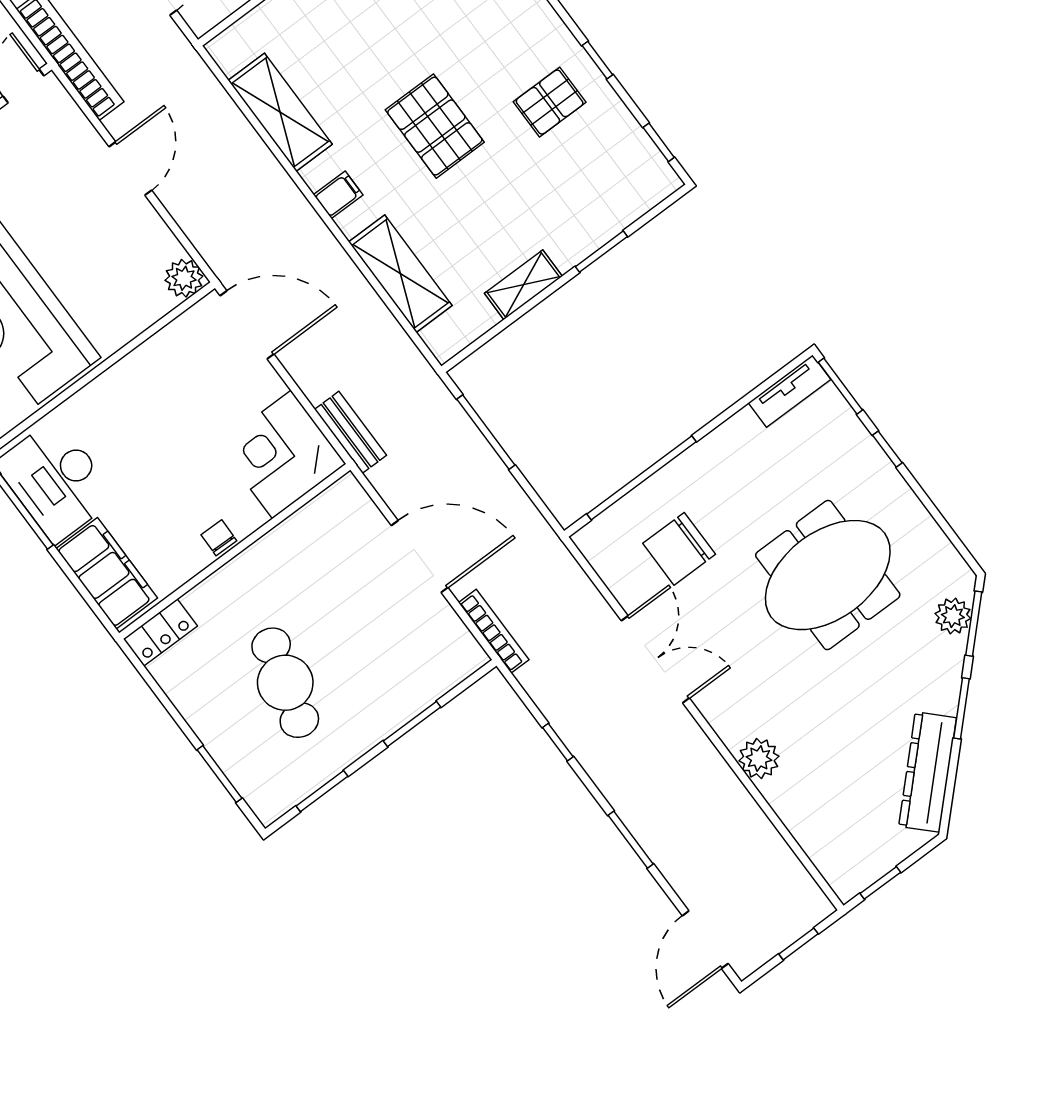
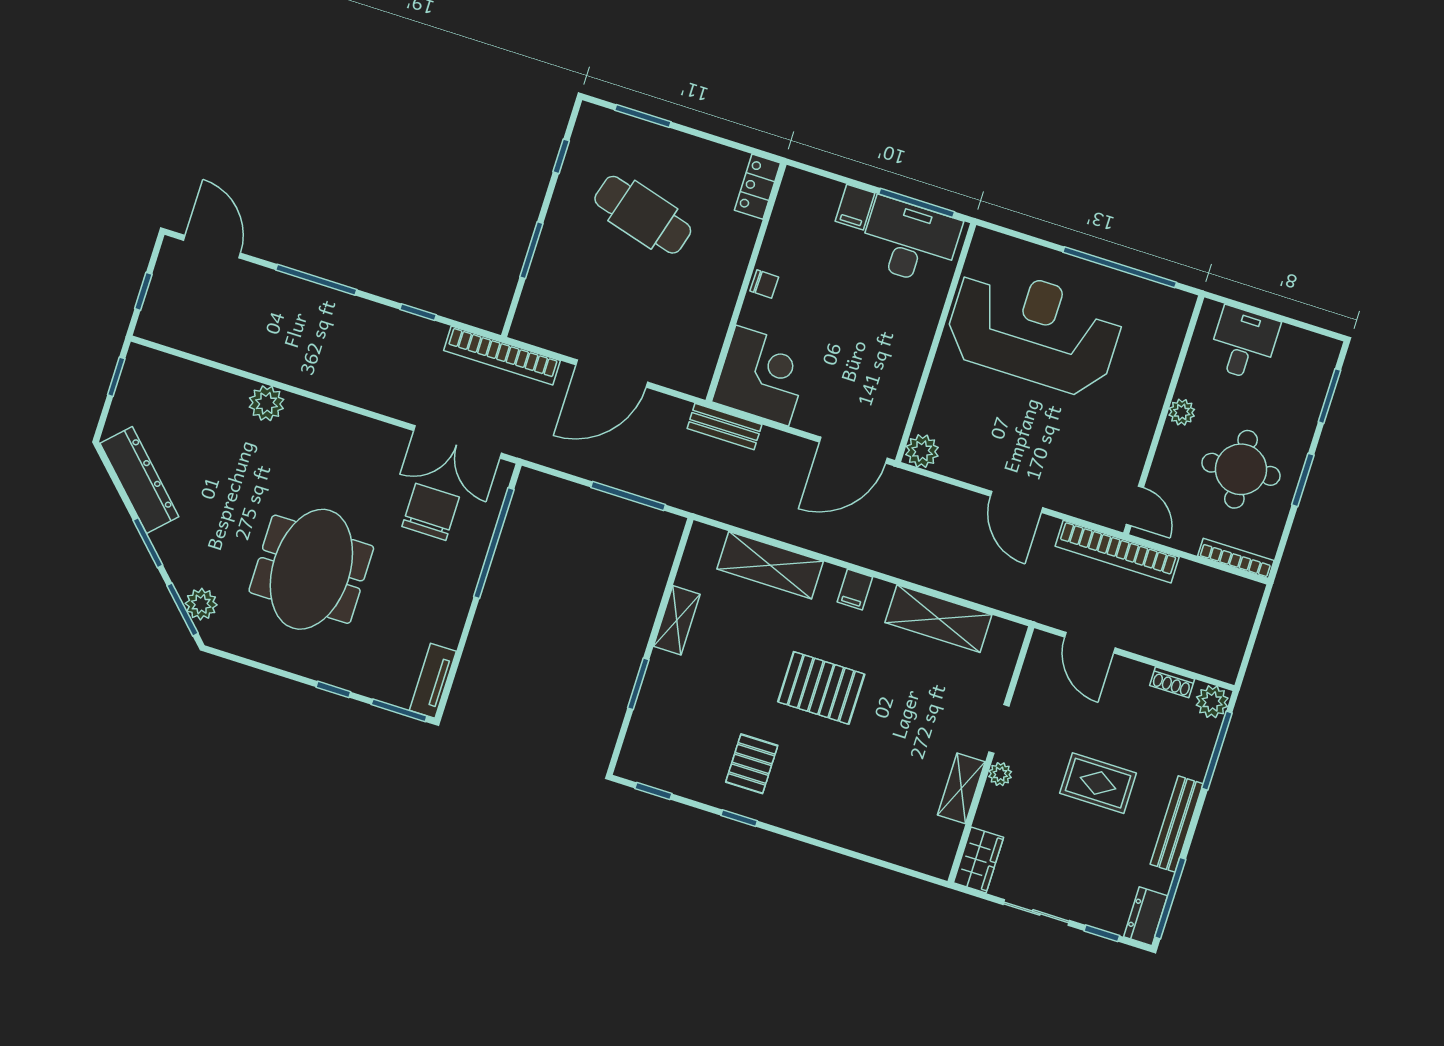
filing cabinet: (107, 573) -> (855, 207), width x0.33, depth x0.86
bookcase: (494, 631) -> (502, 356), width x1.48, depth x1.31
double door: (655, 659) -> (457, 442), moved
window: (322, 791) -> (561, 156), width x0.67
window: (631, 840) -> (316, 280), width x1.44

